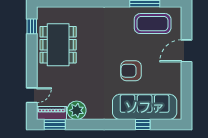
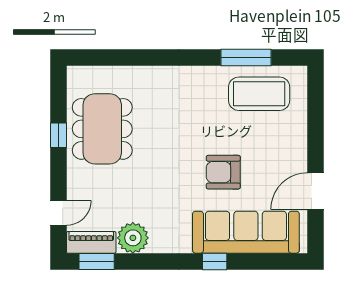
window: (32, 26) -> (58, 135), moved
door: (186, 51) -> (315, 191), moved
window: (143, 125) -> (215, 261), moved

